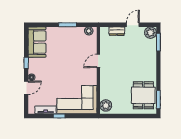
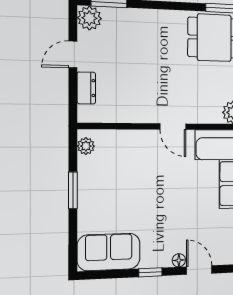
door: (133, 25) -> (73, 54), hinge flipped
door: (98, 61) -> (173, 127), moved

